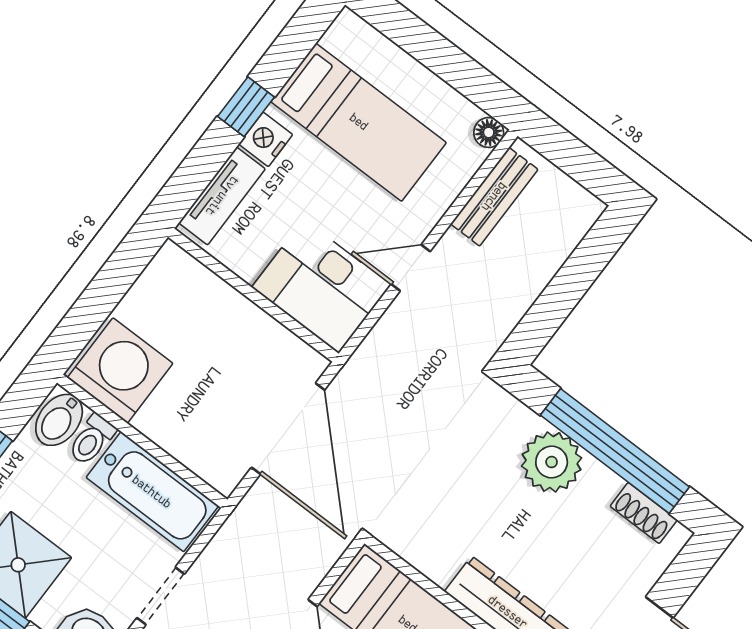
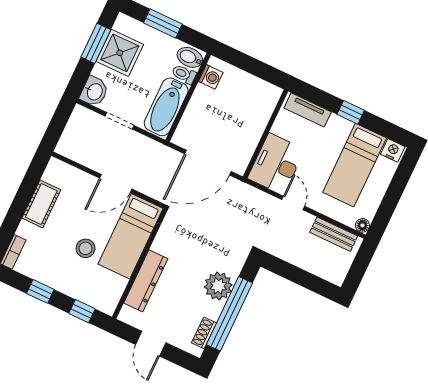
nightstand: (266, 139) -> (393, 150), moved
washing machine: (120, 371) -> (211, 77), width x0.53, depth x0.53

